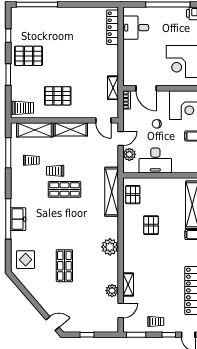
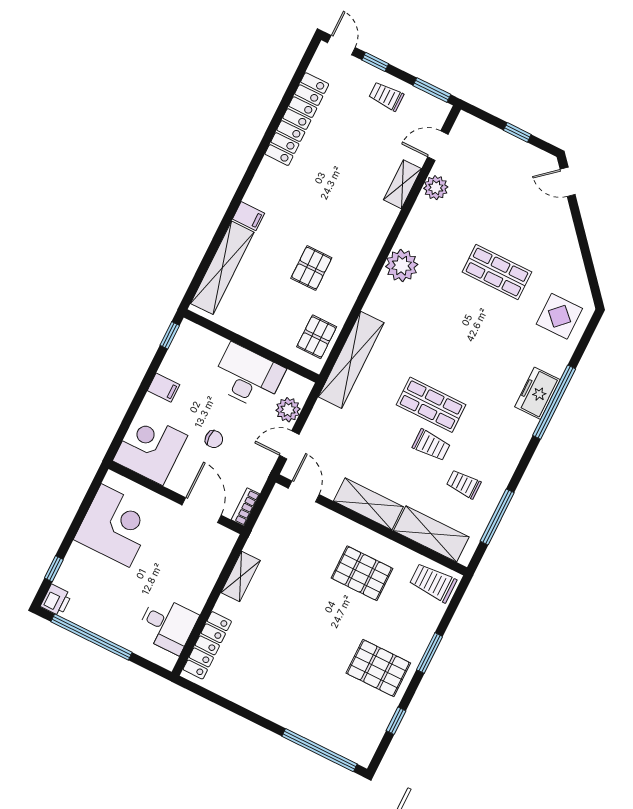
shelving: (113, 88) -> (241, 576), moved
shop shelf: (64, 266) -> (497, 272), turned 90

